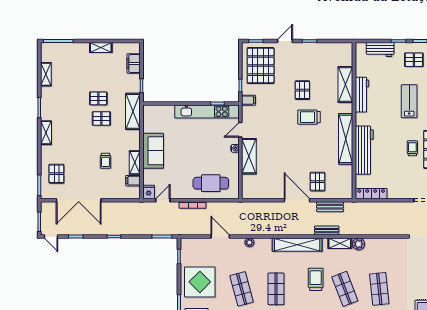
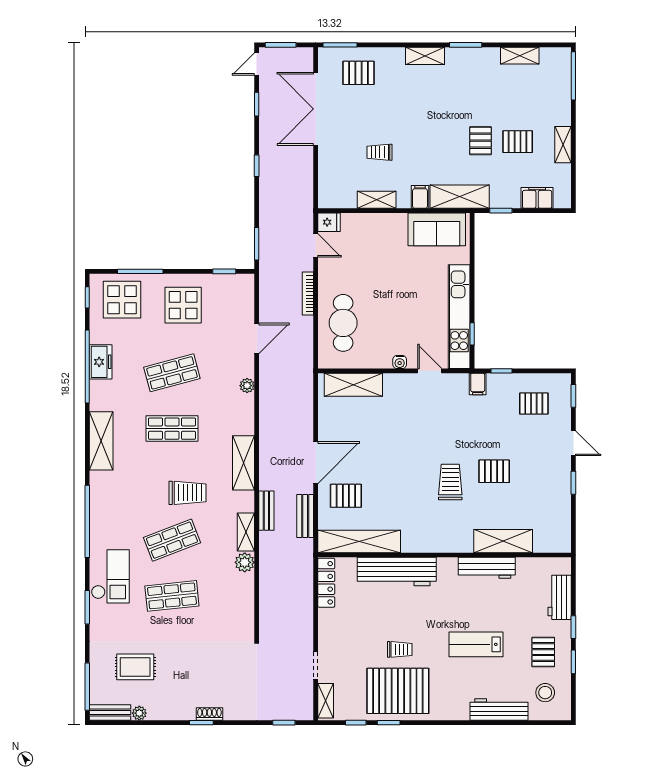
pallet: (261, 66) -> (534, 404), width x0.49, depth x0.50
lab bench: (409, 101) -> (476, 644), turned 180
pallet: (101, 118) -> (518, 142), moved, turned 90
shelving: (346, 139) -> (359, 542), moved
sofa: (153, 151) -> (437, 229), moved
shelving: (249, 156) -> (353, 385), moved
filing cabinet: (133, 181) -> (420, 197), moved
shelving: (297, 245) -> (244, 463), width x0.68
display table: (200, 282) -> (183, 305), width x0.73, depth x0.73

